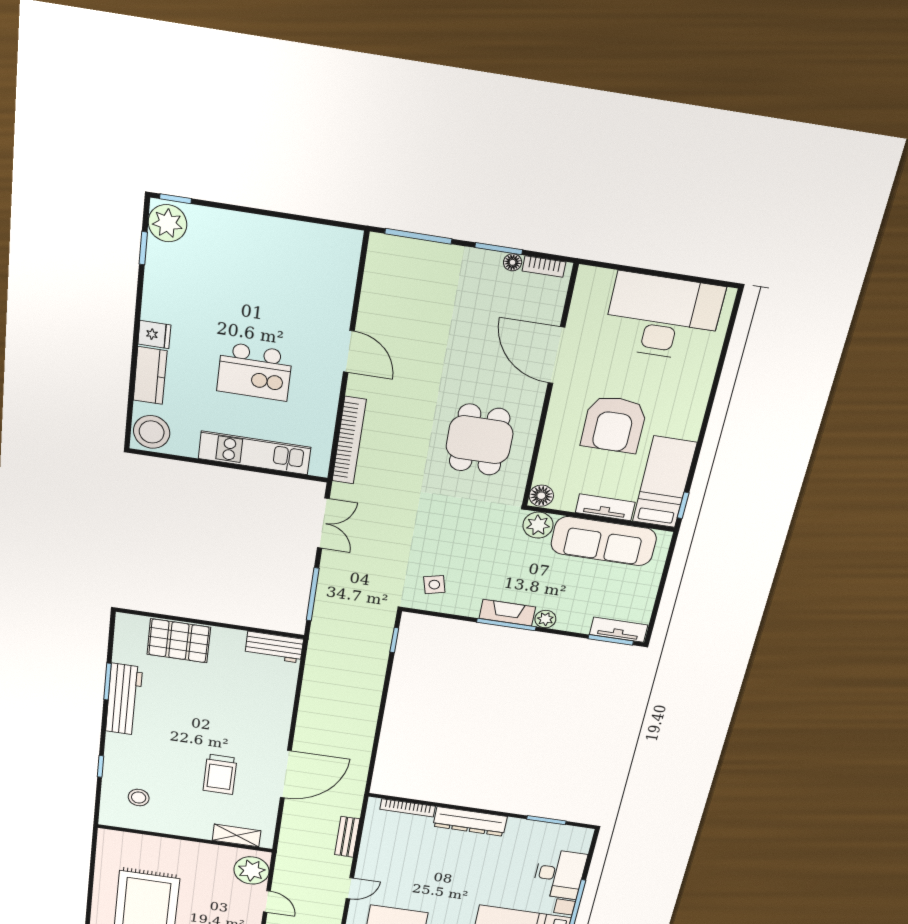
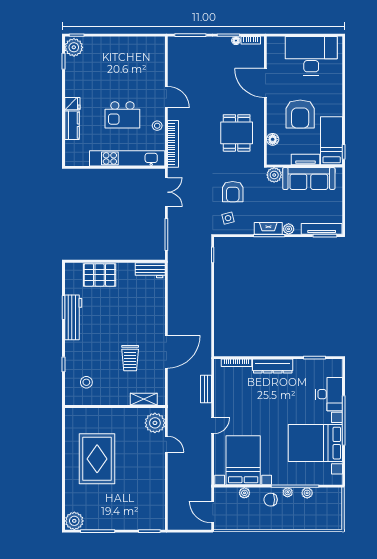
stool: (152, 432) -> (157, 126), moved, width x0.53, depth x0.53
kitchen unit: (254, 453) -> (127, 158), width x1.36
floor lamp: (541, 496) -> (273, 139), moved
armchair: (452, 542) -> (233, 192), added
tv unit: (619, 630) -> (322, 229), width x1.41

